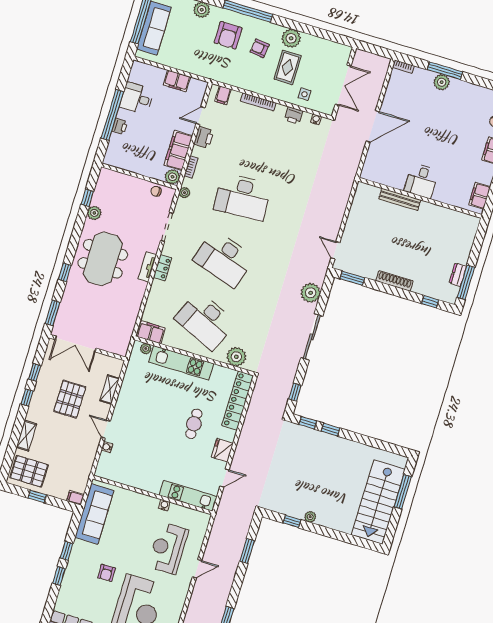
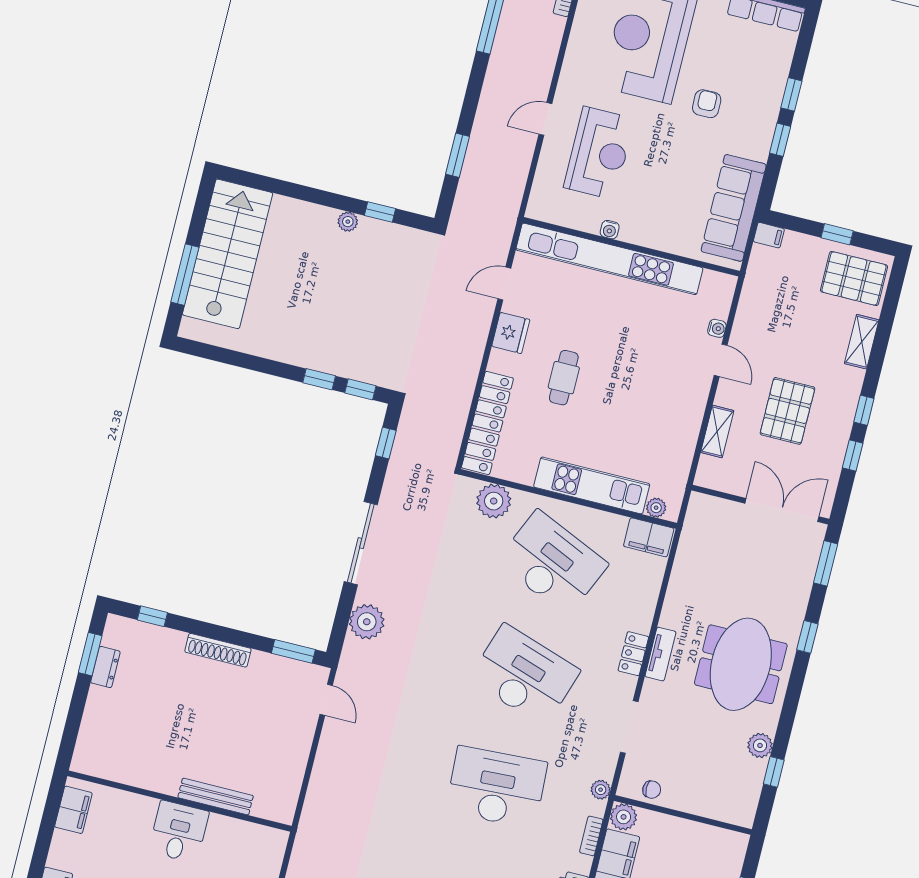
window: (466, 282) -> (90, 654), width x0.69
kitchen unit: (188, 496) -> (609, 259), width x1.86

